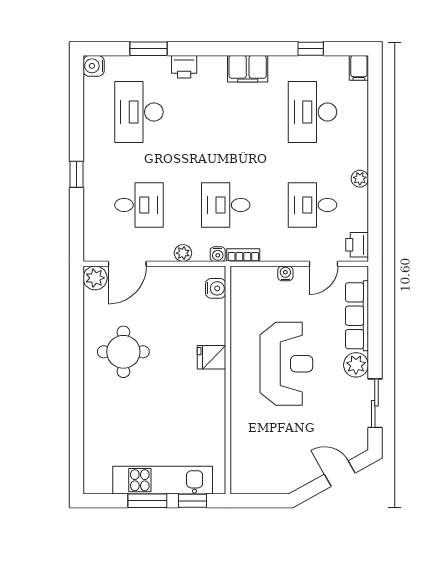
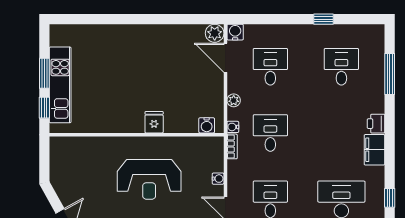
window: (148, 49) -> (390, 74), width x1.44
water cooler: (94, 66) -> (235, 32), moved
printer: (184, 67) -> (376, 124), moved
desk: (139, 112) -> (341, 67), width x0.73
window: (77, 174) -> (324, 19), moved
desk: (139, 205) -> (270, 67), turned 180
round table: (123, 352) -> (158, 55), removed

